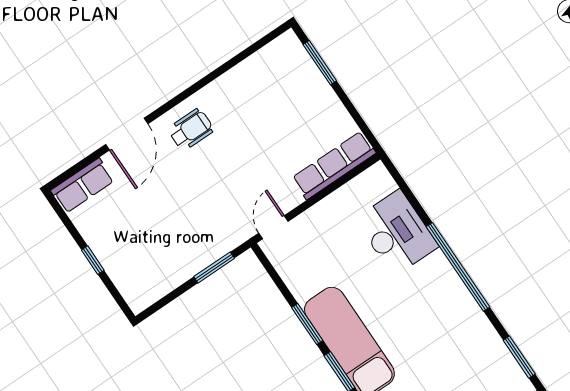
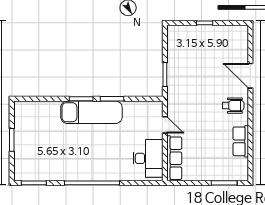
wheelchair: (191, 130) -> (233, 106), turned -90
row of seats: (83, 186) -> (241, 141), moved
door: (274, 227) -> (165, 125), moved
desk: (397, 233) -> (148, 158), moved, turned -90

